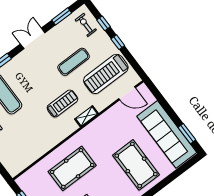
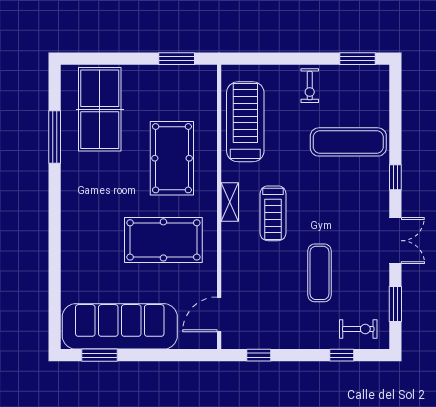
window: (118, 42) -> (259, 355), moved
treadmill: (106, 74) -> (245, 122), moved
shelving: (86, 116) -> (230, 202), moved
pool table: (136, 165) -> (163, 240), moved

